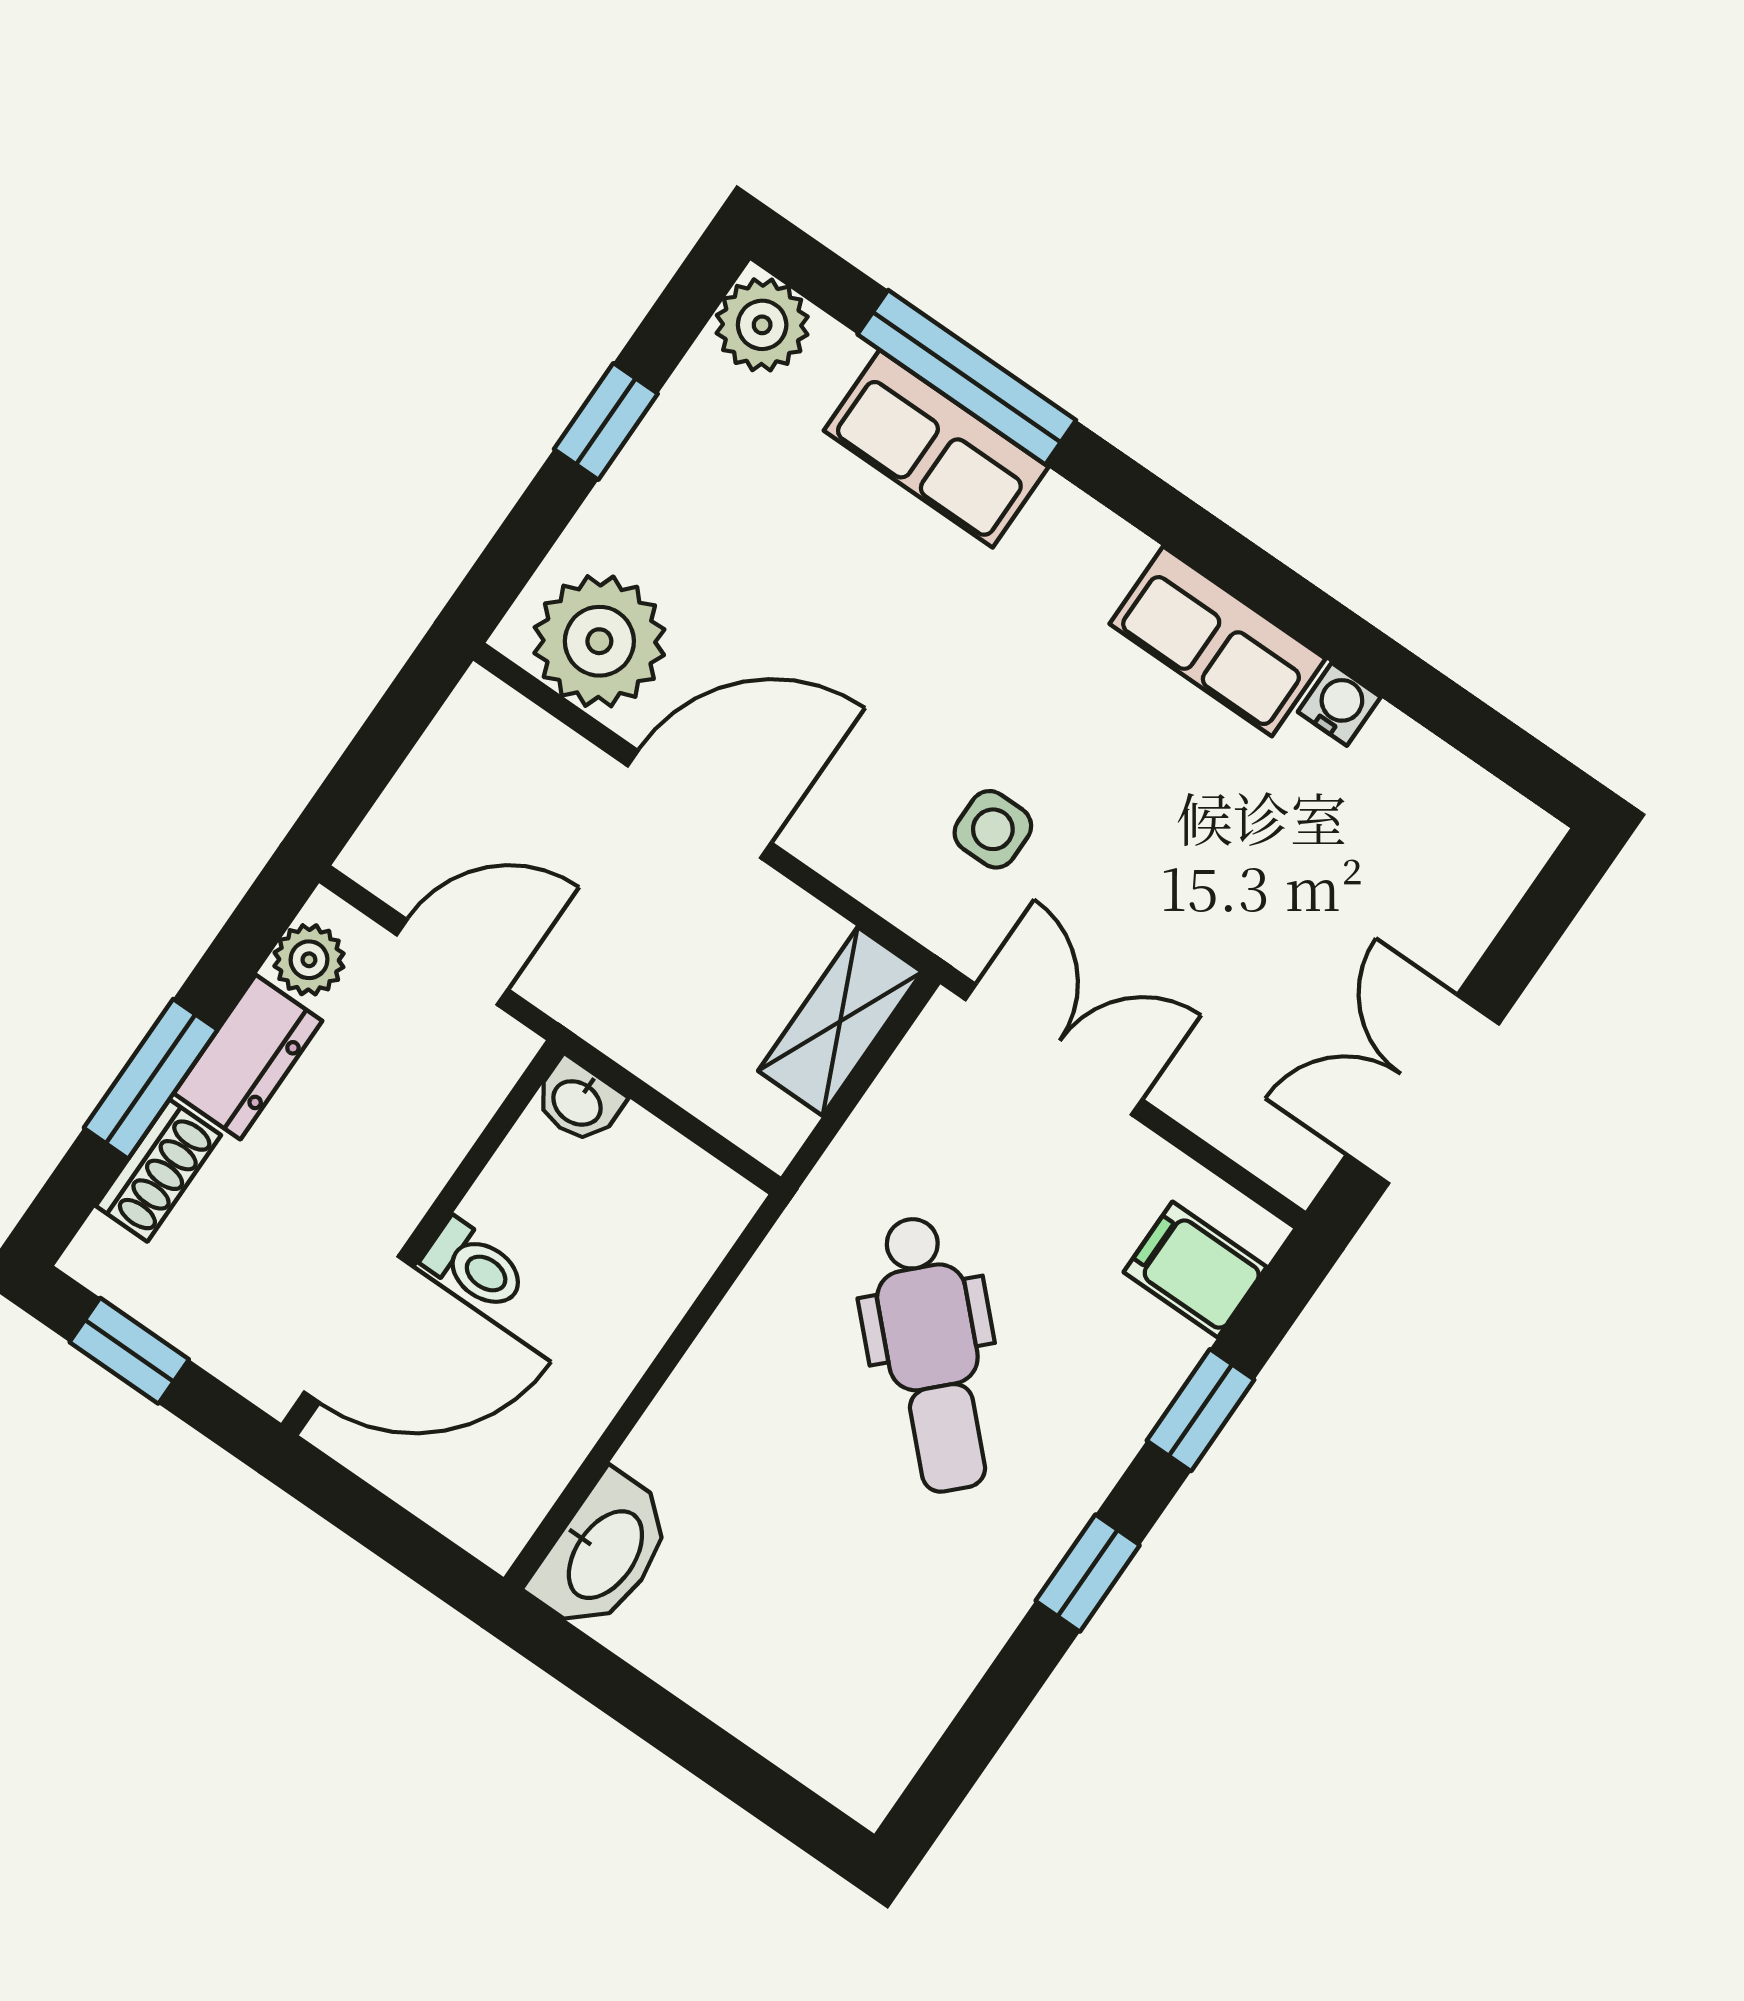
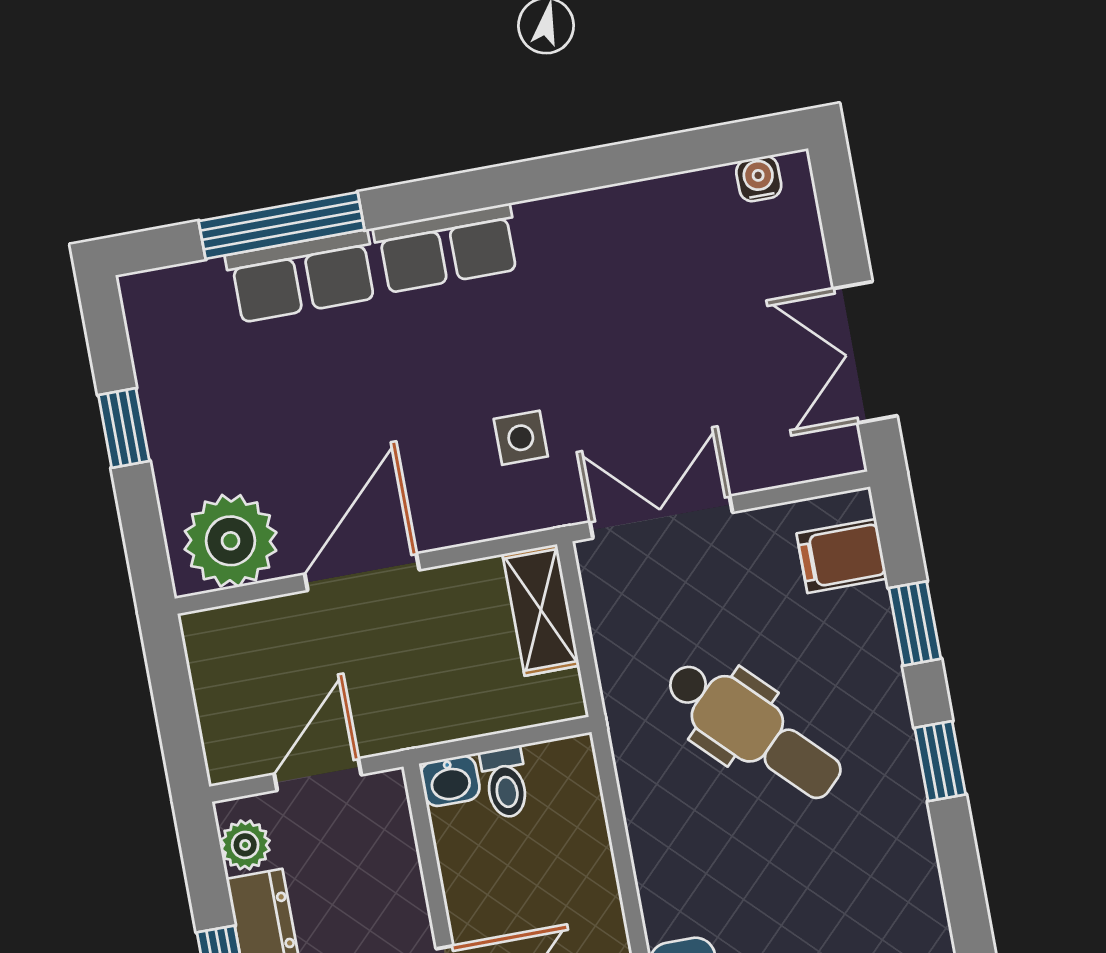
plant: (762, 325) -> (153, 302), removed
row of seats: (1218, 641) -> (447, 248), moved
water cooler: (1339, 704) -> (759, 179), moved
toilet: (475, 1266) -> (505, 783), moved, turned 90

